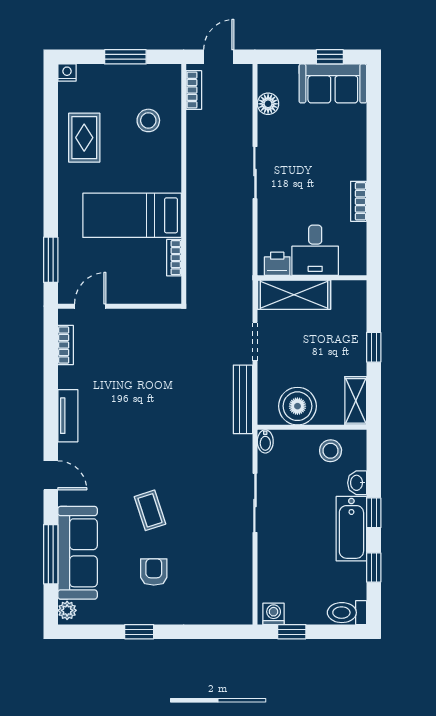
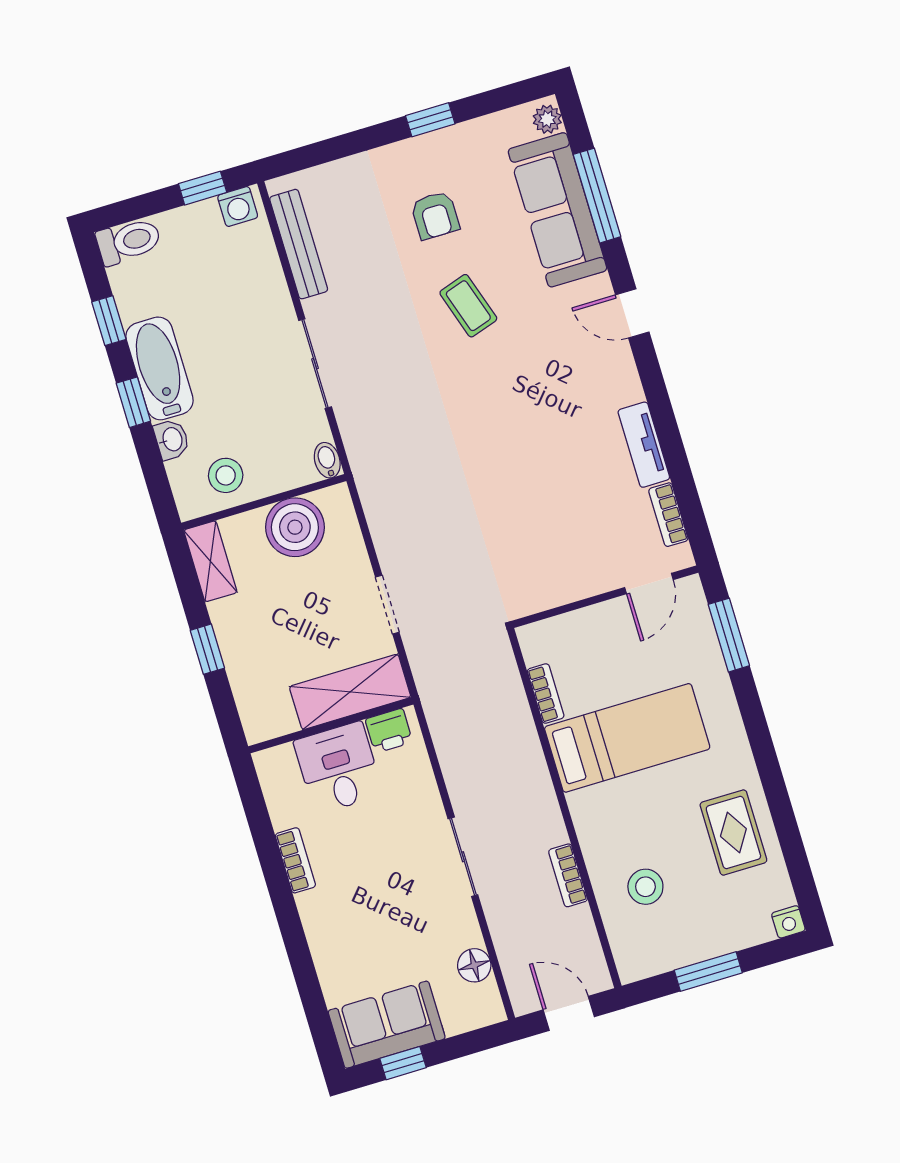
door: (219, 57) -> (569, 1013), swing flipped
bookcase: (194, 90) -> (568, 875), moved
bench: (243, 399) -> (299, 244), moved
tv unit: (68, 416) -> (644, 445), moved

